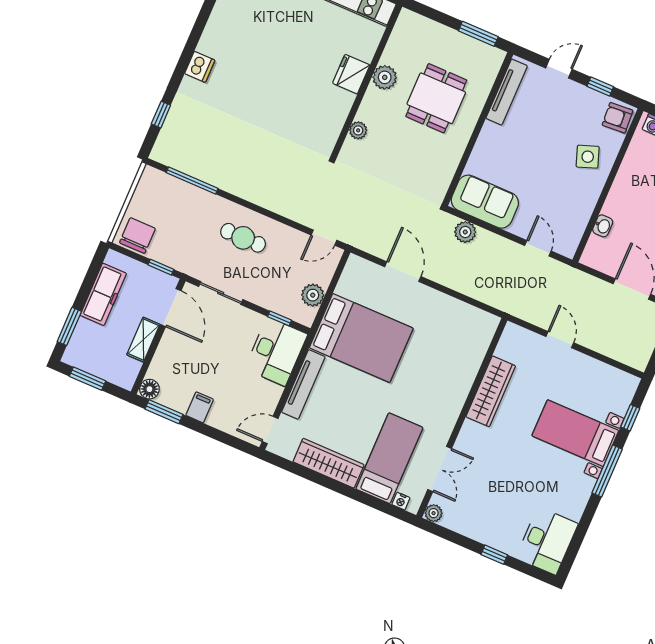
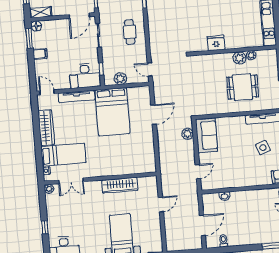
fridge: (351, 74) -> (216, 43), moved
plant: (358, 130) -> (251, 55), moved
side table: (588, 157) -> (263, 148), moved
shelving: (143, 340) -> (41, 12), moved

